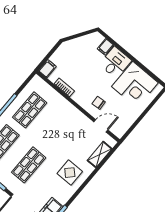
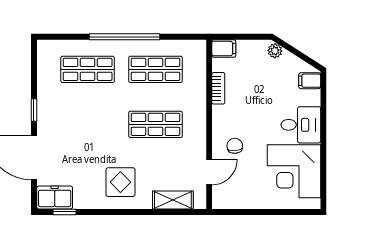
plant: (69, 45) -> (275, 51), added
filing cabinet: (105, 47) -> (310, 81), moved
door: (101, 126) -> (209, 172), hinge flipped
shop shelf: (29, 165) -> (155, 124), moved

